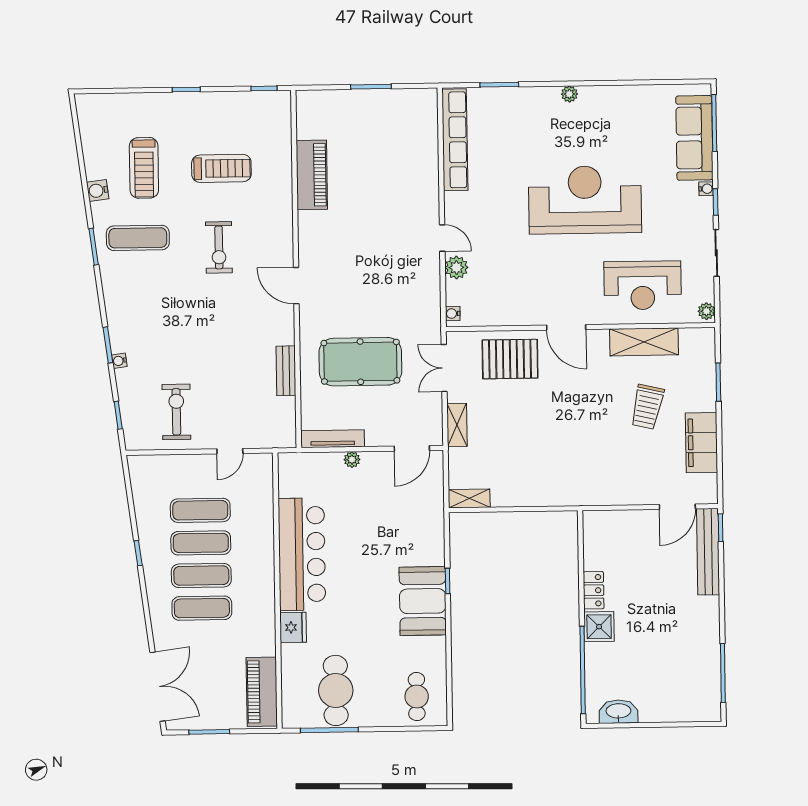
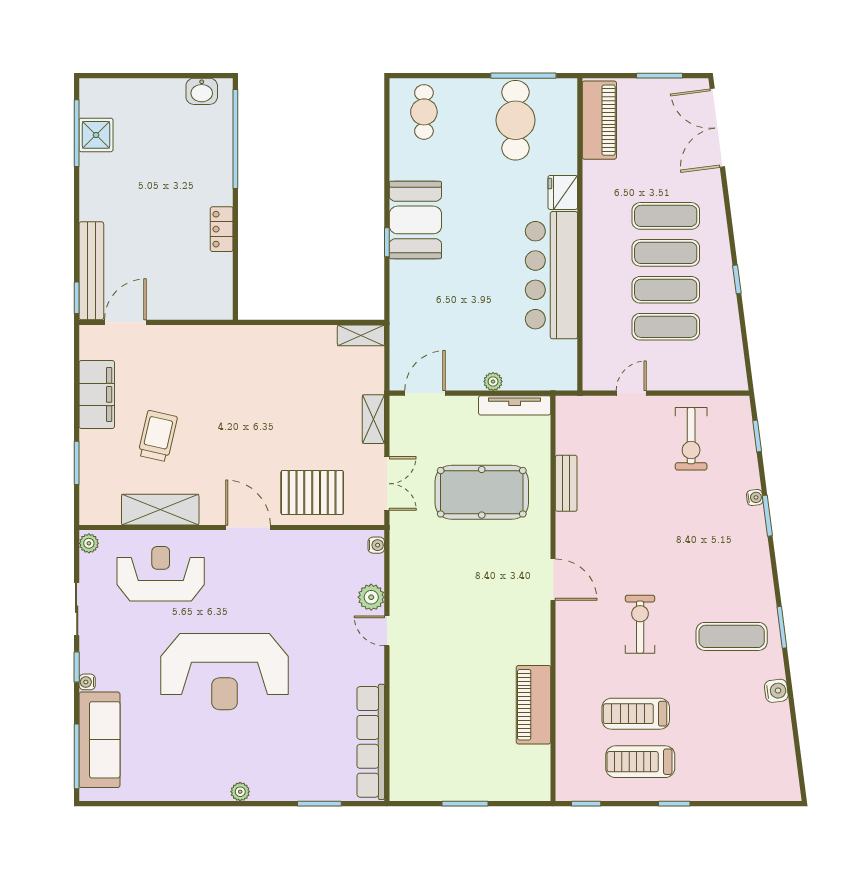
treadmill: (144, 168) -> (640, 762), moved, turned -90
shower: (599, 627) -> (96, 135), moved
washbasin: (618, 712) -> (202, 91), width x0.72

